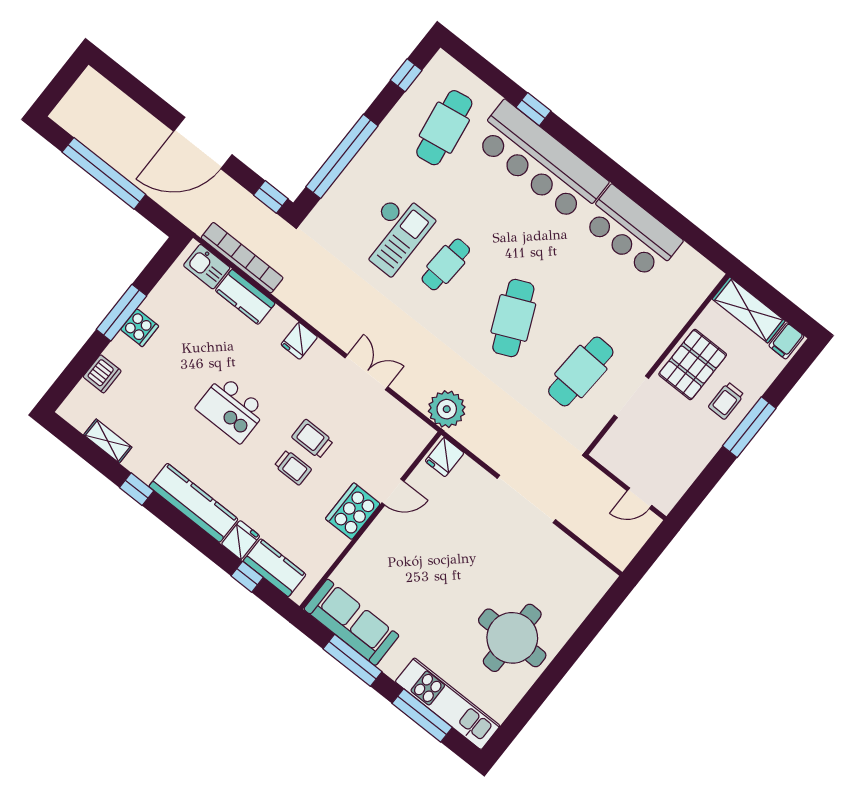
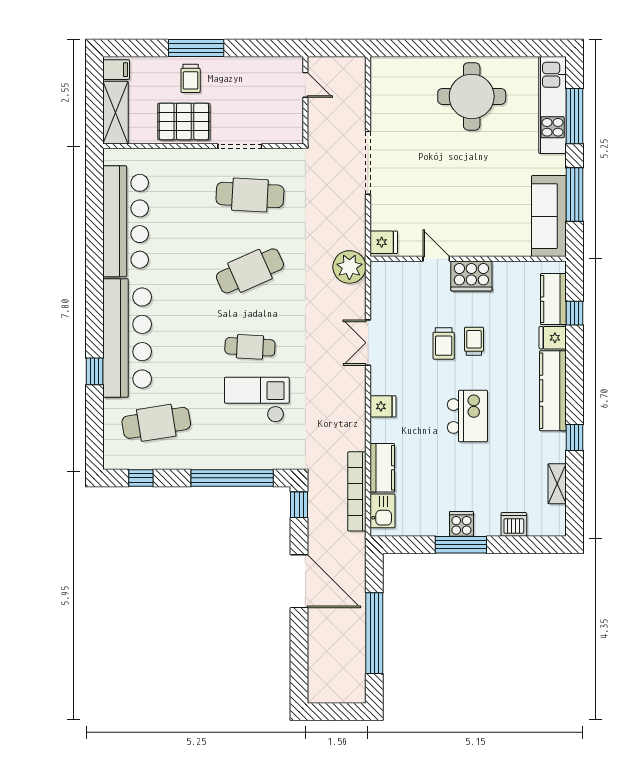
bar counter: (632, 232) -> (126, 221), width x1.36
trolley: (726, 401) -> (191, 78), turned 90

